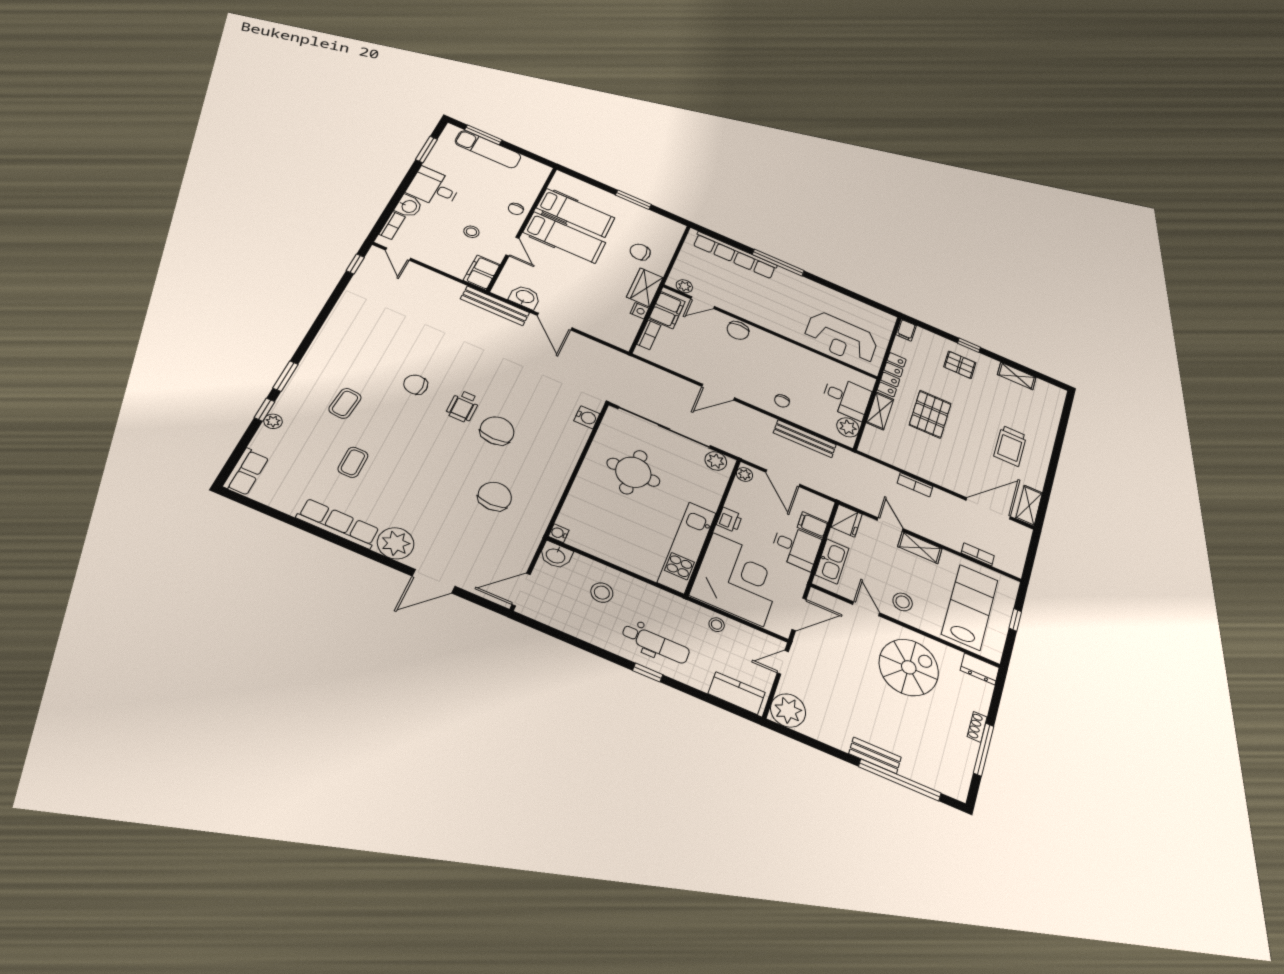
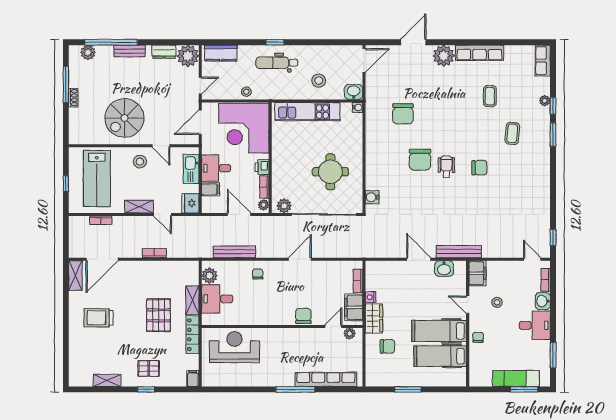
trolley: (1010, 446) -> (99, 318), turned -90
bookcase: (735, 495) -> (264, 187), added
kitchen unit: (687, 547) -> (307, 112), moved, turned 90
dresser: (980, 669) -> (164, 52), moved, turned 180
plant: (939, 780) -> (88, 52), added

